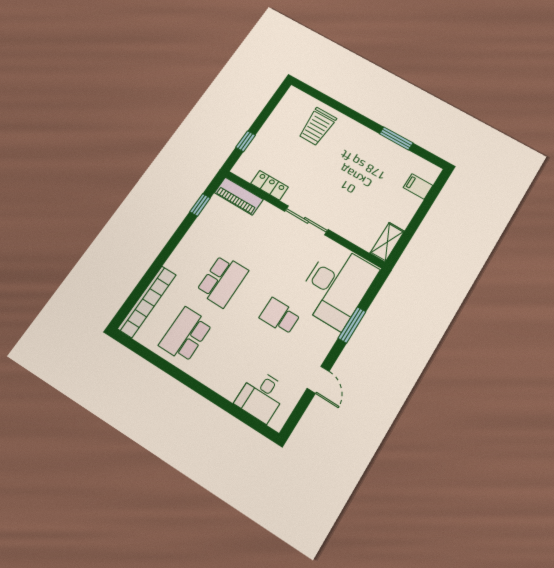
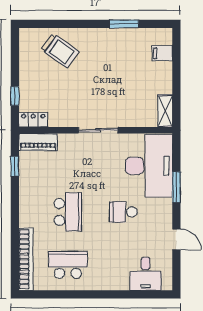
trolley: (317, 127) -> (60, 51), turned -55
locker: (270, 185) -> (33, 120), moved
school desk: (186, 335) -> (68, 265), turned 90

